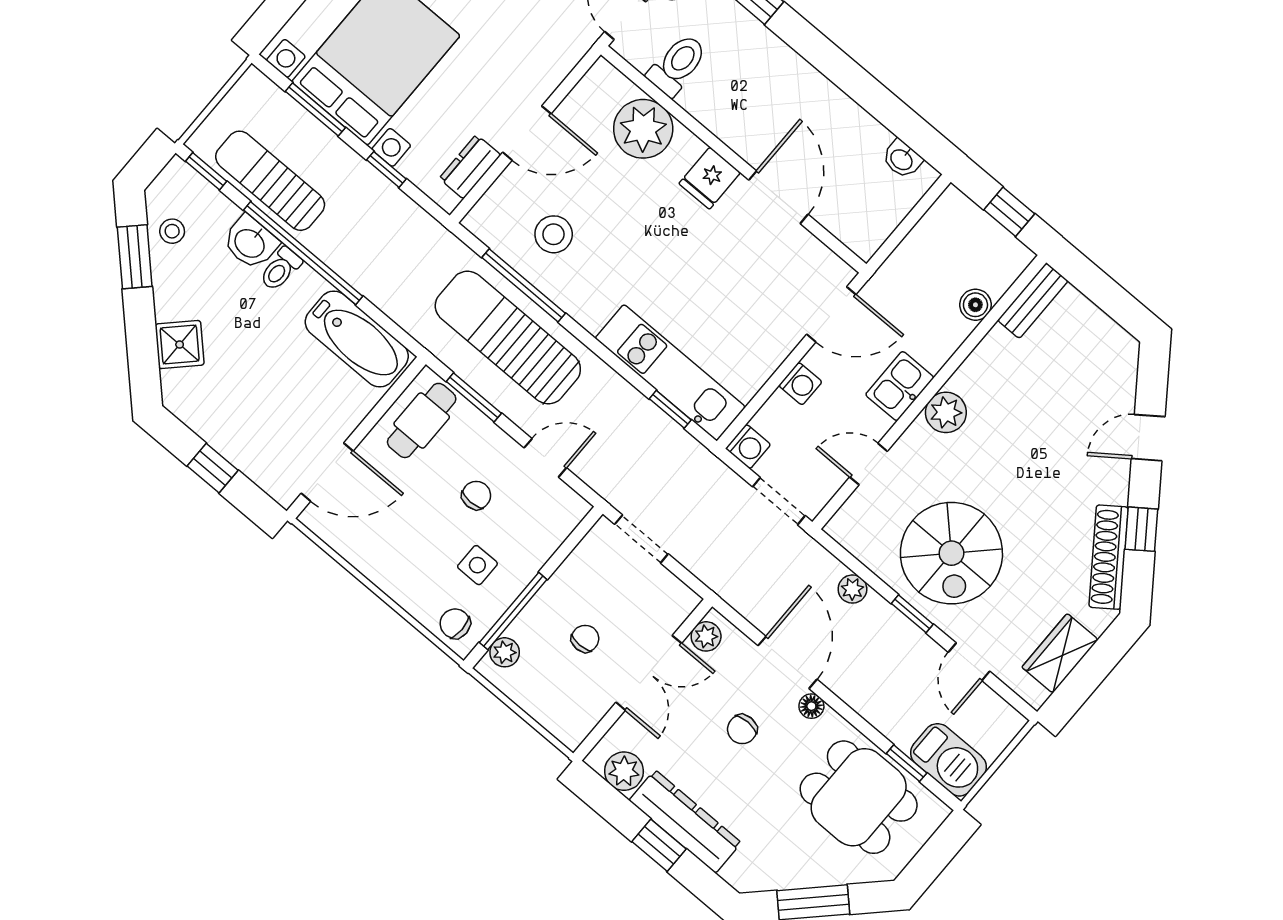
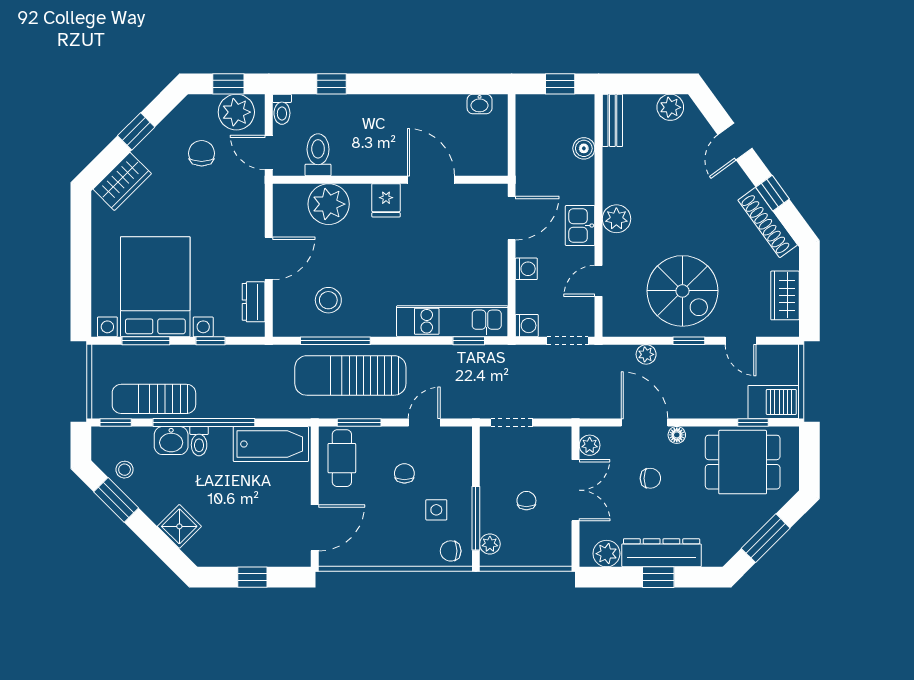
plant: (1109, 340) -> (670, 107), added
chair: (742, 729) -> (650, 478), turned -90

